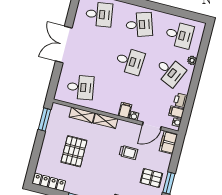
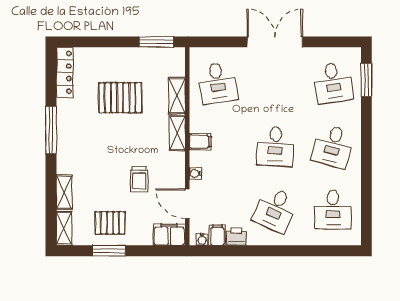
desk: (139, 25) -> (333, 146), turned 33
plant: (192, 60) -> (300, 238), removed
filing cabinet: (125, 110) -> (200, 142), moved
pallet: (151, 178) -> (110, 223), turned 90

